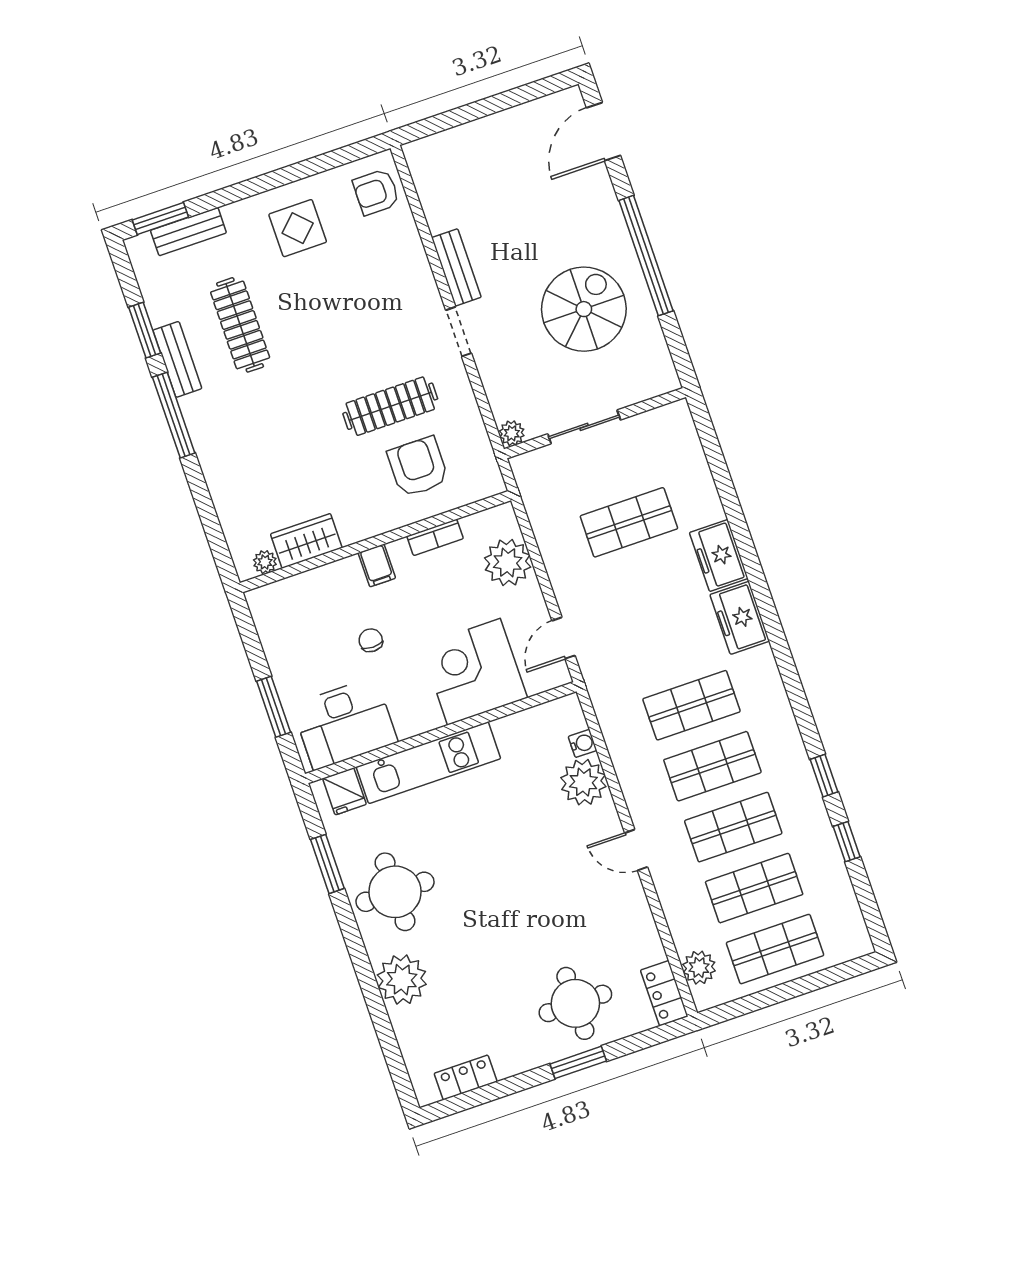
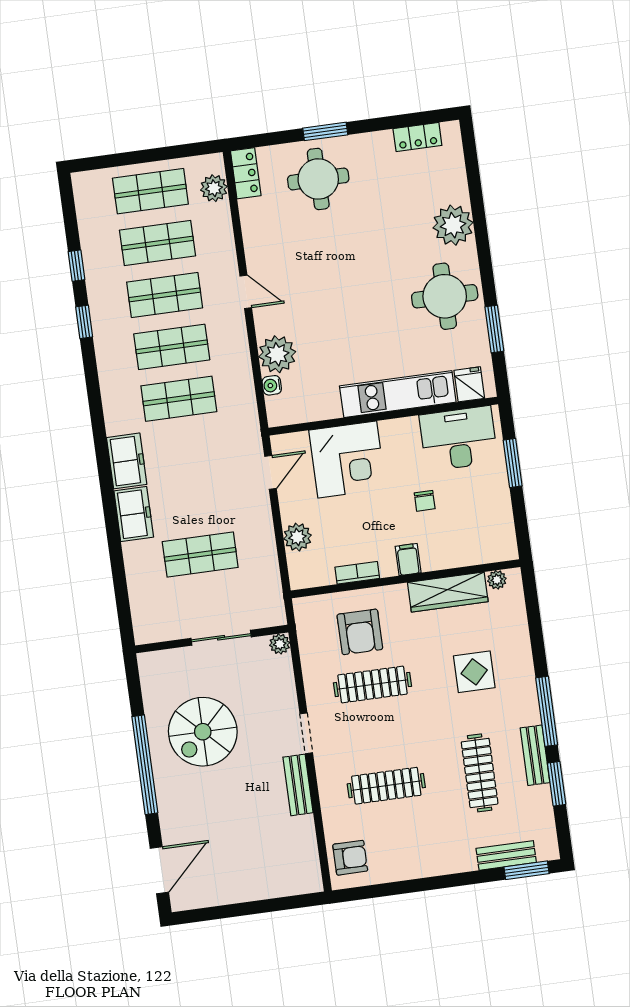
display table: (298, 228) -> (474, 672), moved
clothes rail: (350, 287) -> (386, 786), added
wardrobe: (306, 541) -> (448, 592), width x1.50
plant: (508, 563) -> (297, 537), width x0.73, depth x0.73

